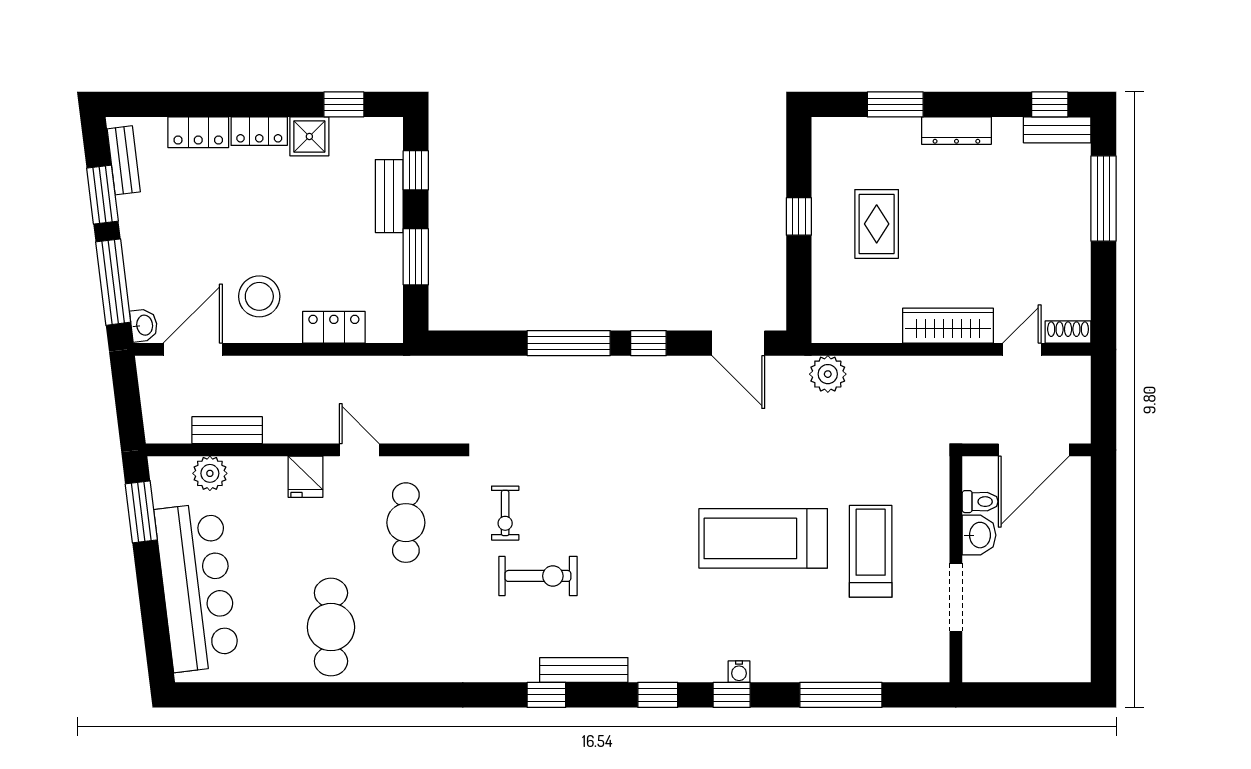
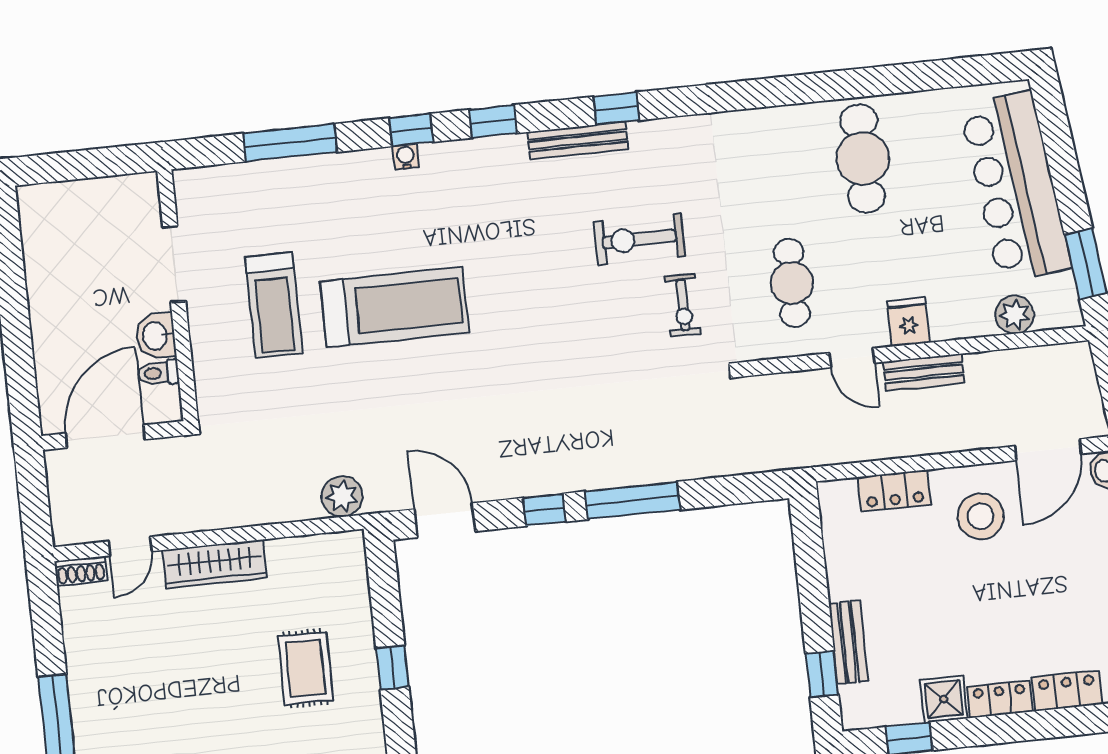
window: (416, 257) -> (812, 578), removed
bench: (227, 430) -> (924, 372), moved
exercise bike: (505, 513) -> (683, 305), turned 180

